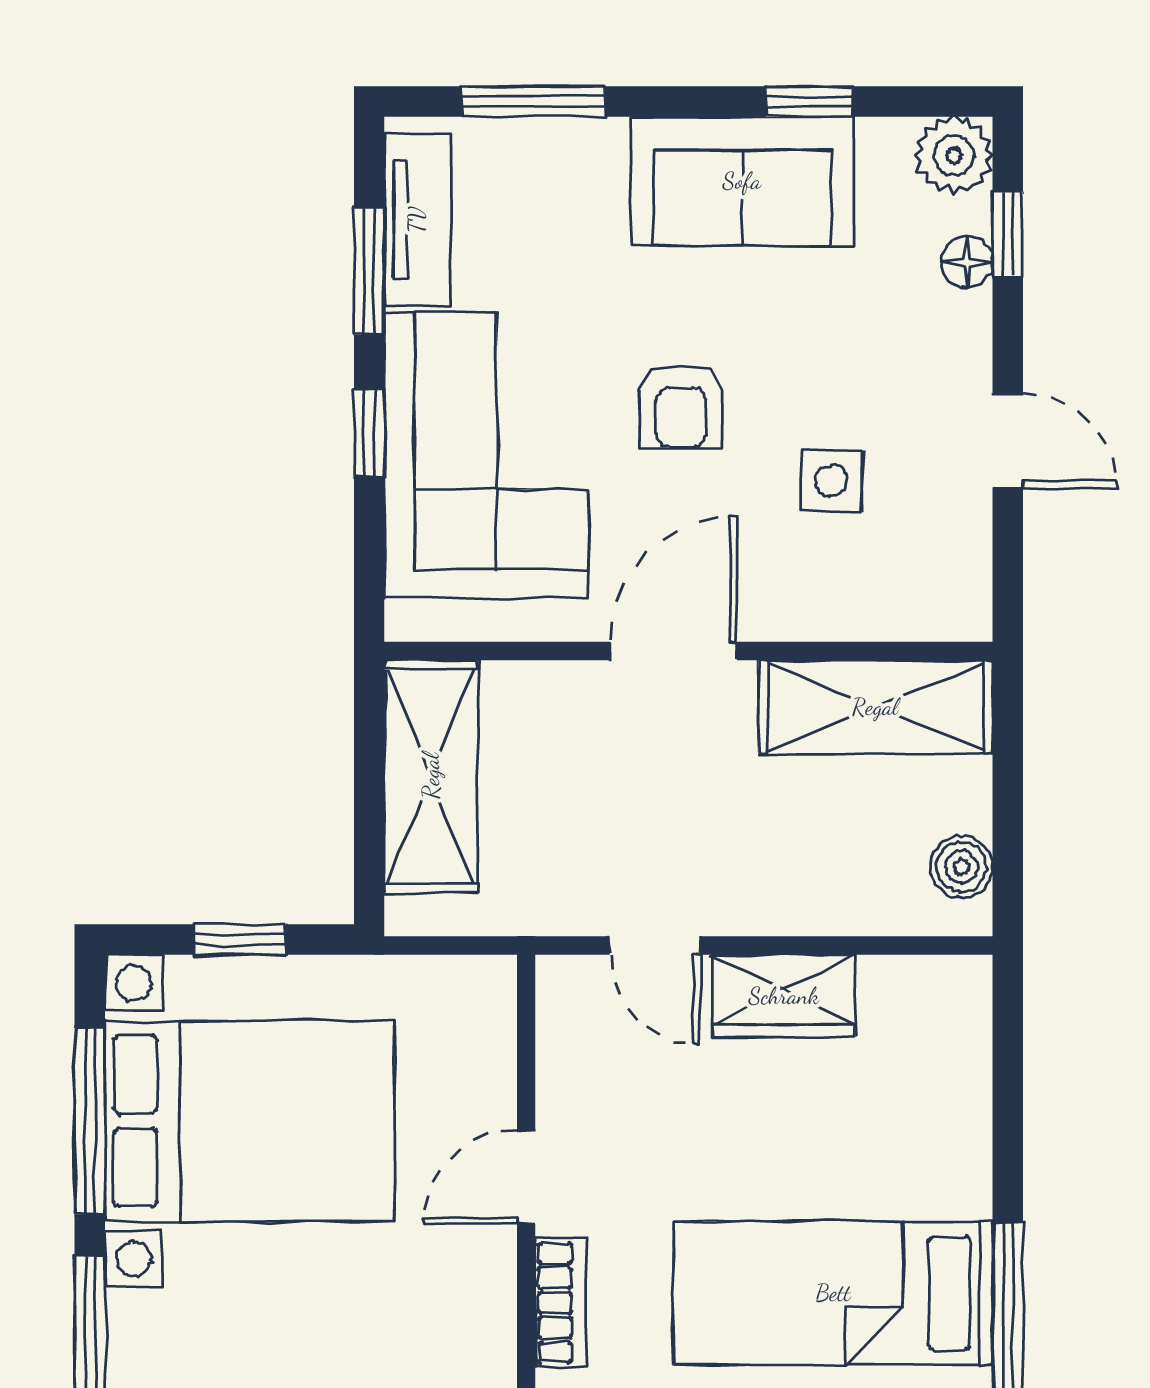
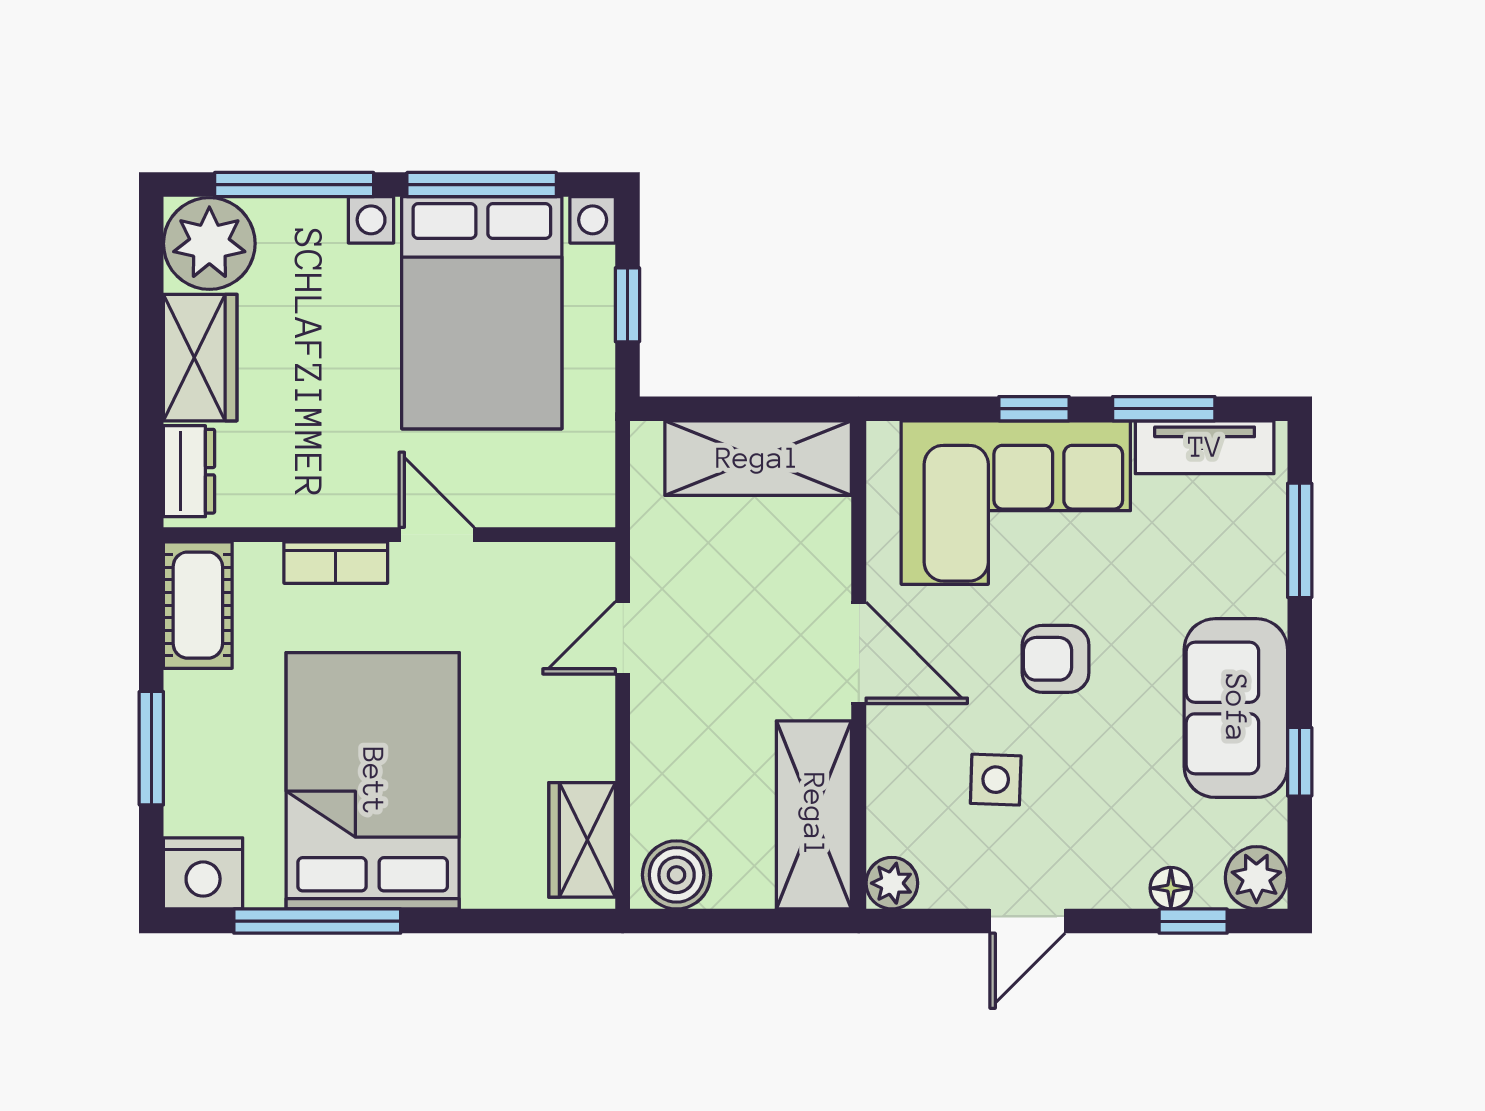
plant: (961, 610) -> (892, 883), added
boiler: (962, 867) -> (677, 875), width x1.36, depth x1.36
wardrobe: (784, 996) -> (582, 840), moved
bed: (833, 1293) -> (373, 781), width x1.50

